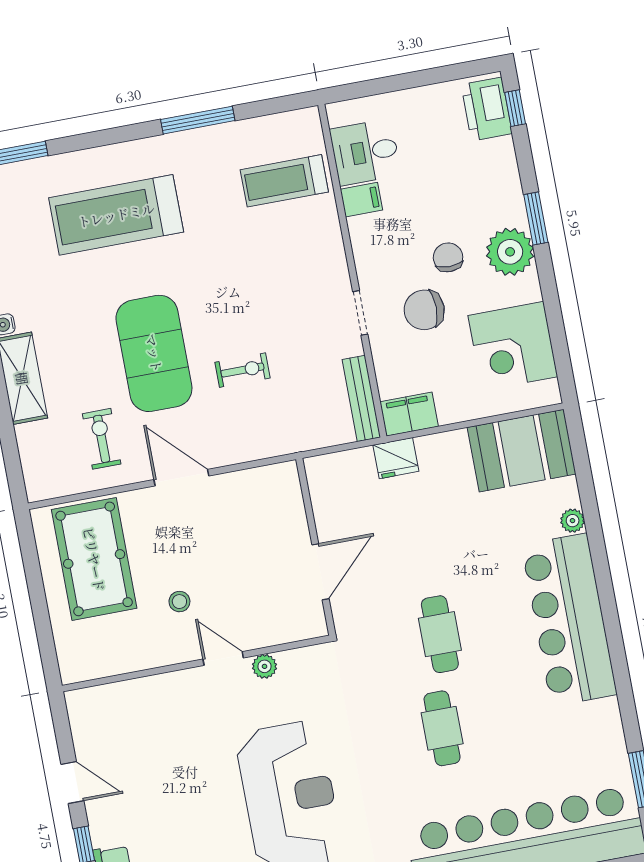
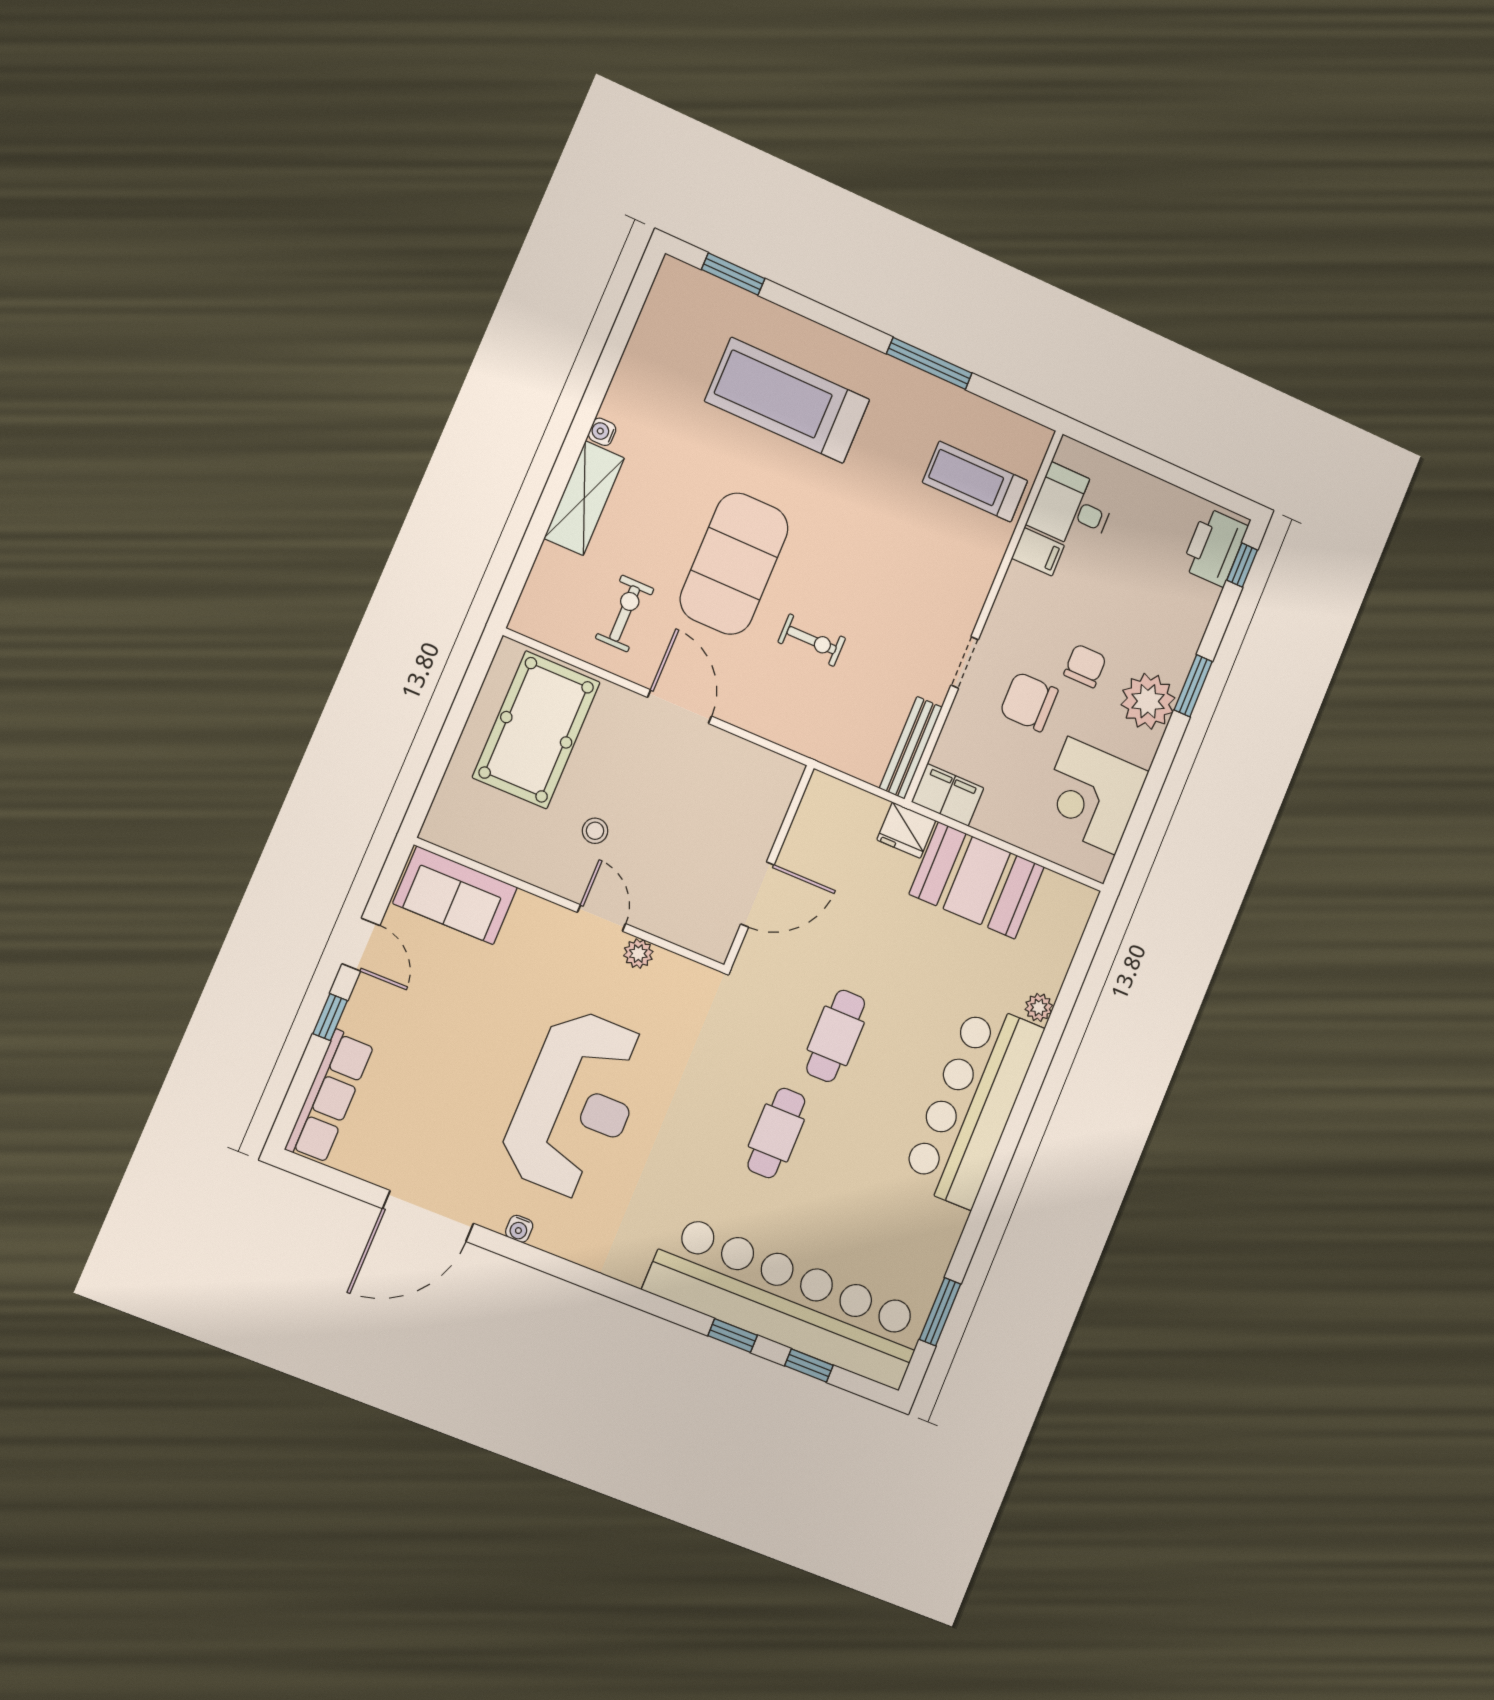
booth: (522, 451) -> (977, 881), moved
sofa: (113, 708) -> (455, 895), added

